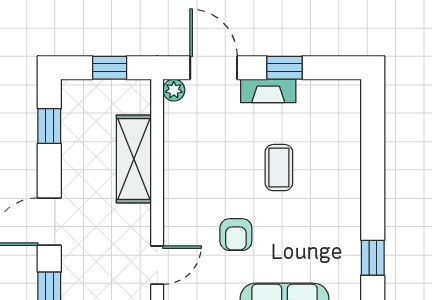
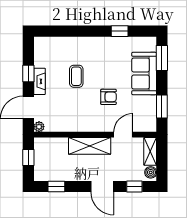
shelving: (134, 159) -> (90, 146), moved
coffee table: (279, 168) -> (76, 76), turned 90
door: (157, 265) -> (123, 135), hinge flipped

